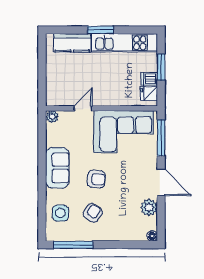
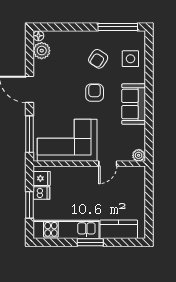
armchair: (96, 179) -> (95, 93), turned 85
plant: (149, 207) -> (42, 51), moved

